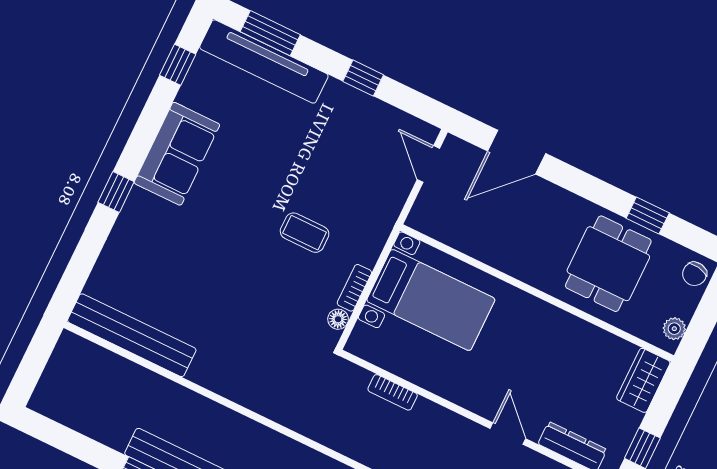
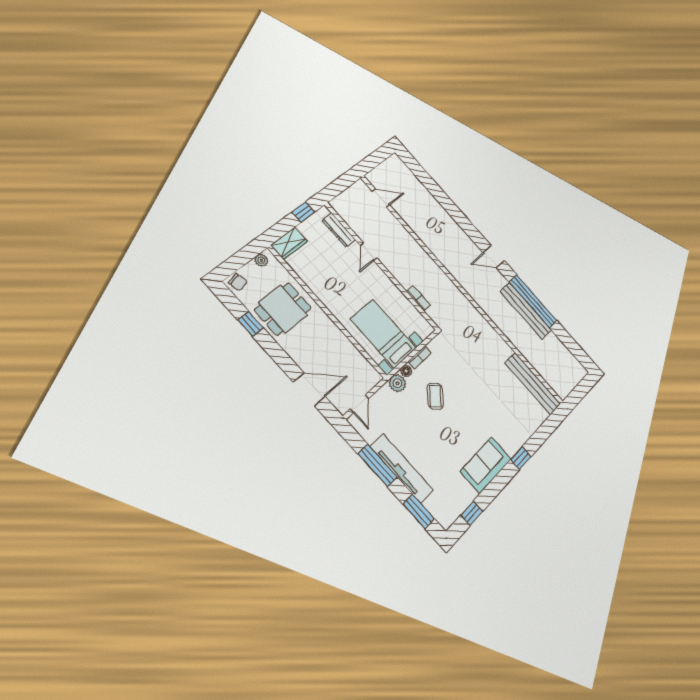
tv unit: (264, 62) -> (402, 468), moved
window: (363, 78) -> (378, 465), width x2.17
plant: (377, 226) -> (397, 383), added
coffee table: (305, 233) -> (435, 396), turned 42
chair: (695, 274) -> (238, 282), turned 68
floor lamp: (338, 319) -> (406, 371), moved

